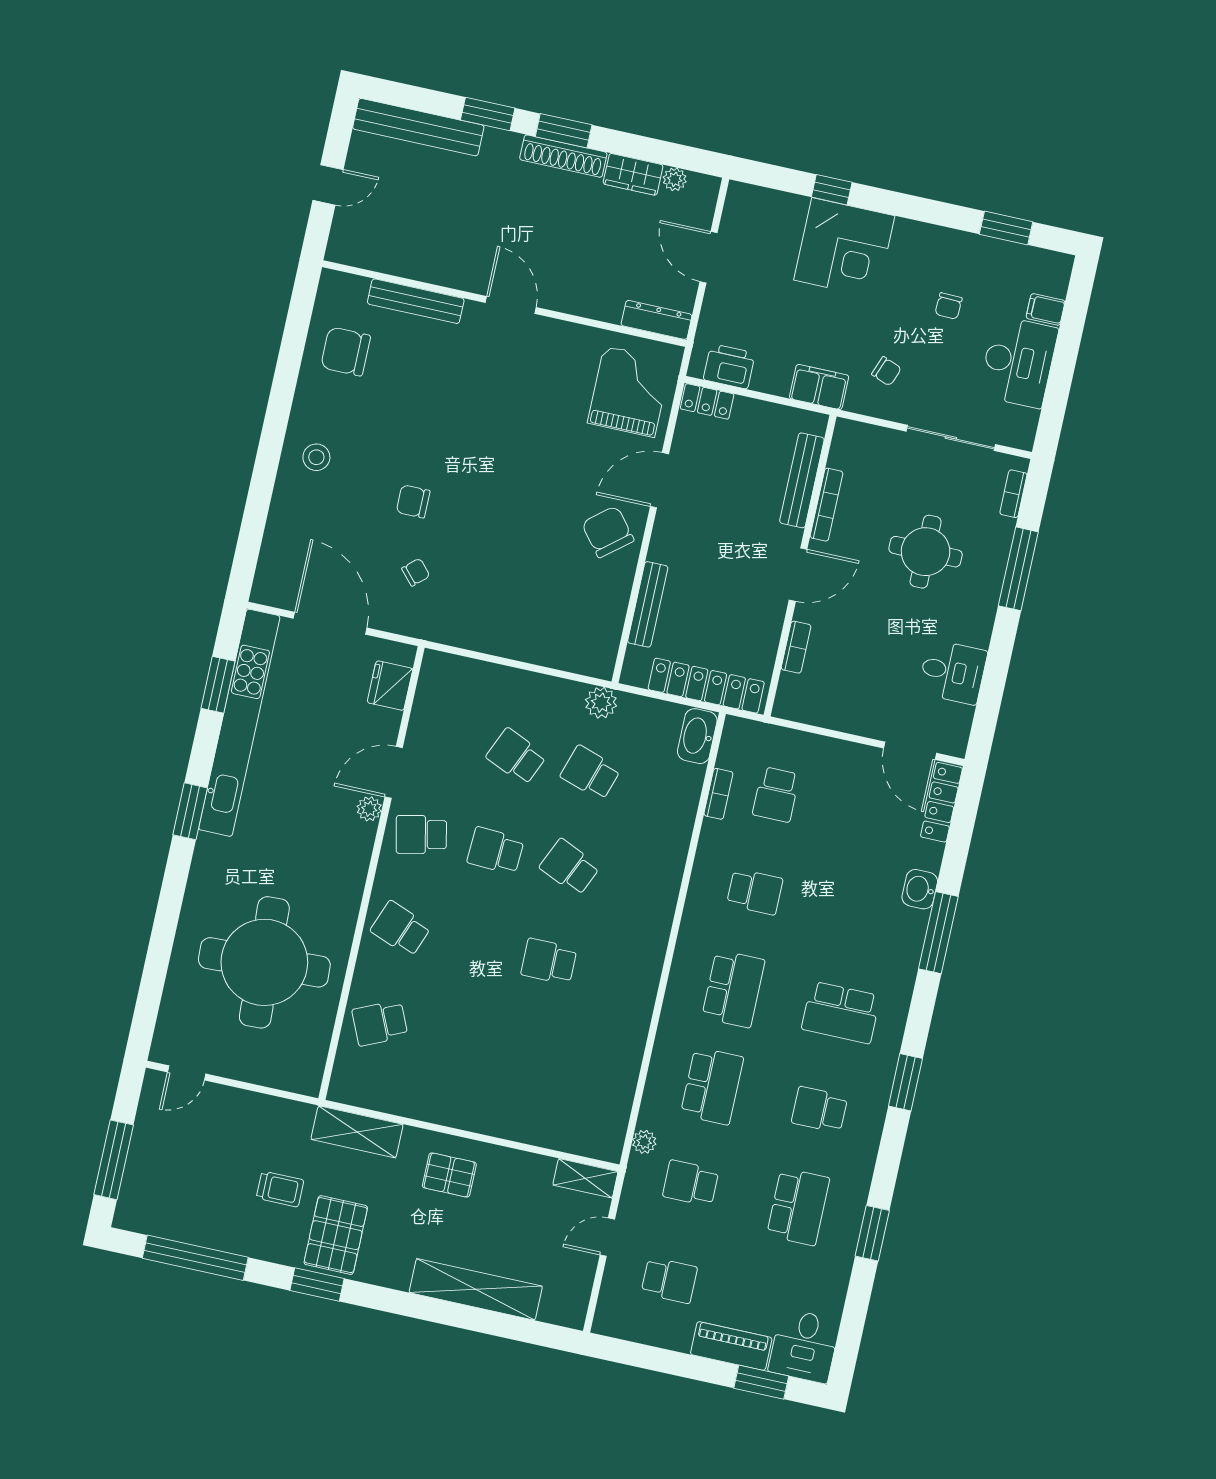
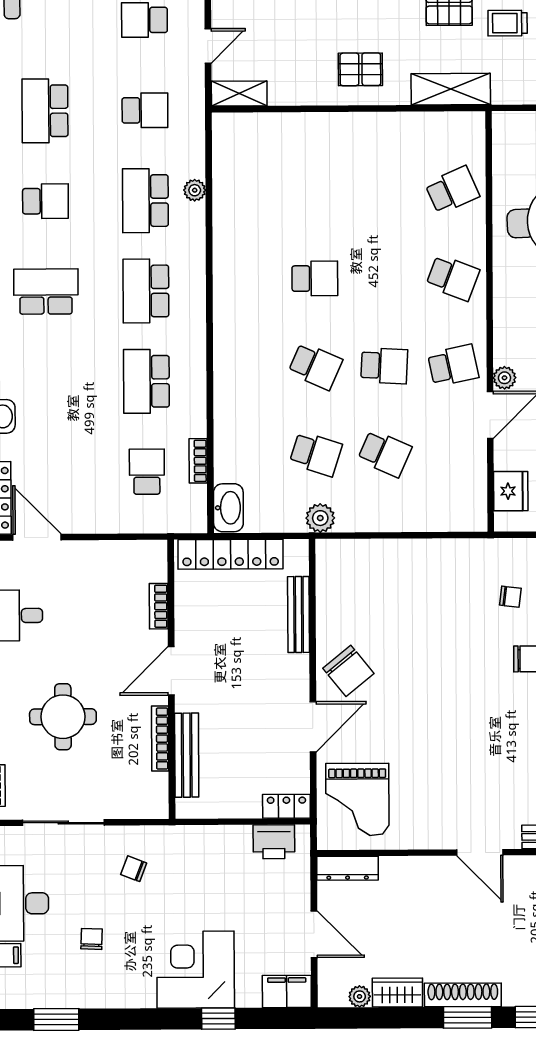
filing cabinet: (819, 387) -> (287, 991), moved, turned 180
chair: (416, 572) -> (510, 597), turned -131
school desk: (755, 892) -> (146, 381), width x1.85
plant: (644, 1142) -> (195, 190), moved

